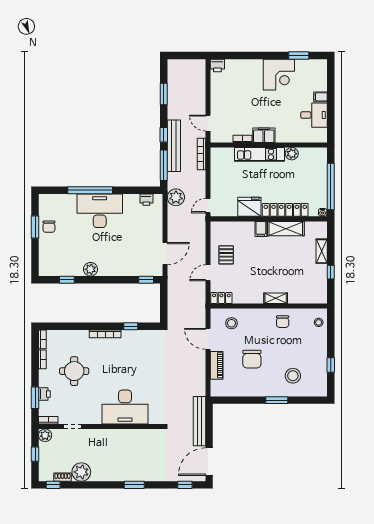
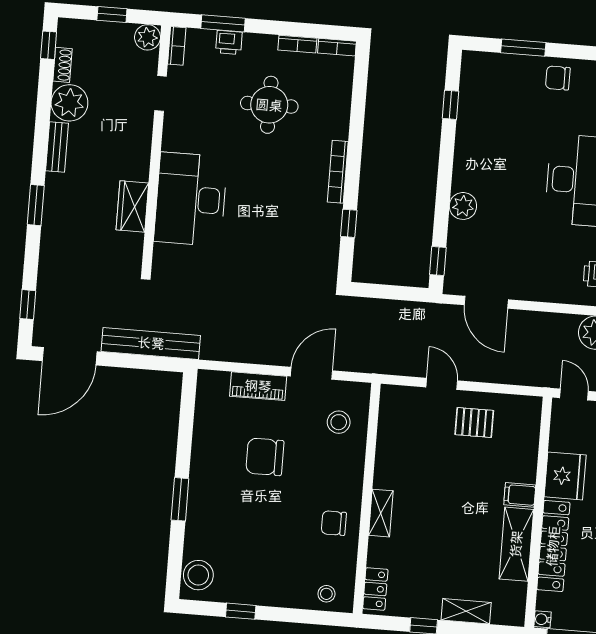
window: (35, 227) -> (523, 48), moved
plant: (90, 269) -> (463, 206), moved
locker: (221, 298) -> (375, 589), moved
stool: (293, 376) -> (198, 575), moved
wardrobe: (131, 436) -> (132, 206), added
door: (209, 462) -> (70, 356), swing flipped
bench: (104, 476) -> (57, 147), added

